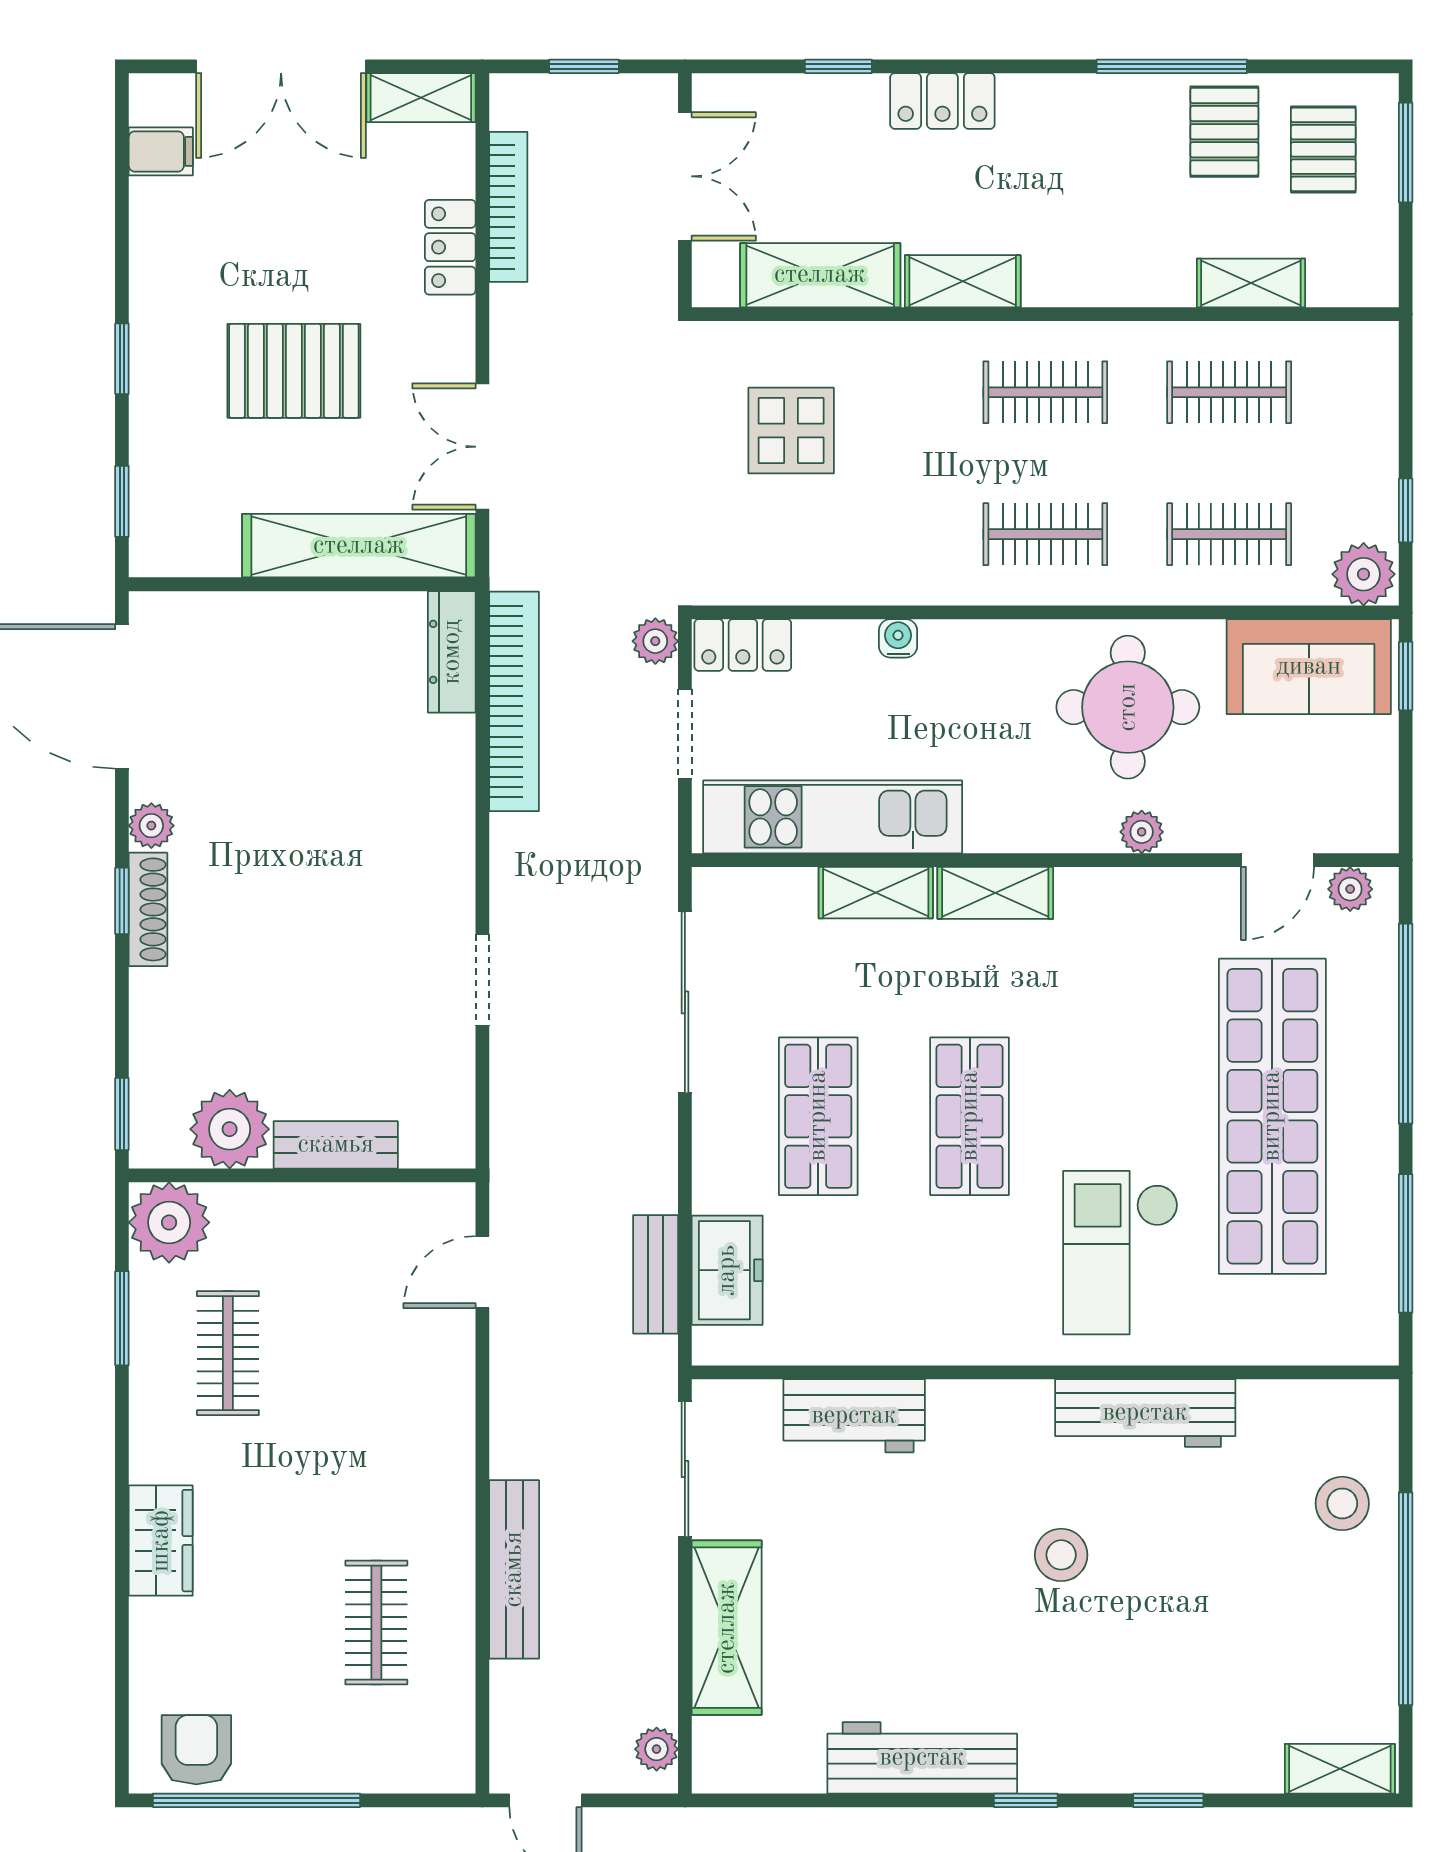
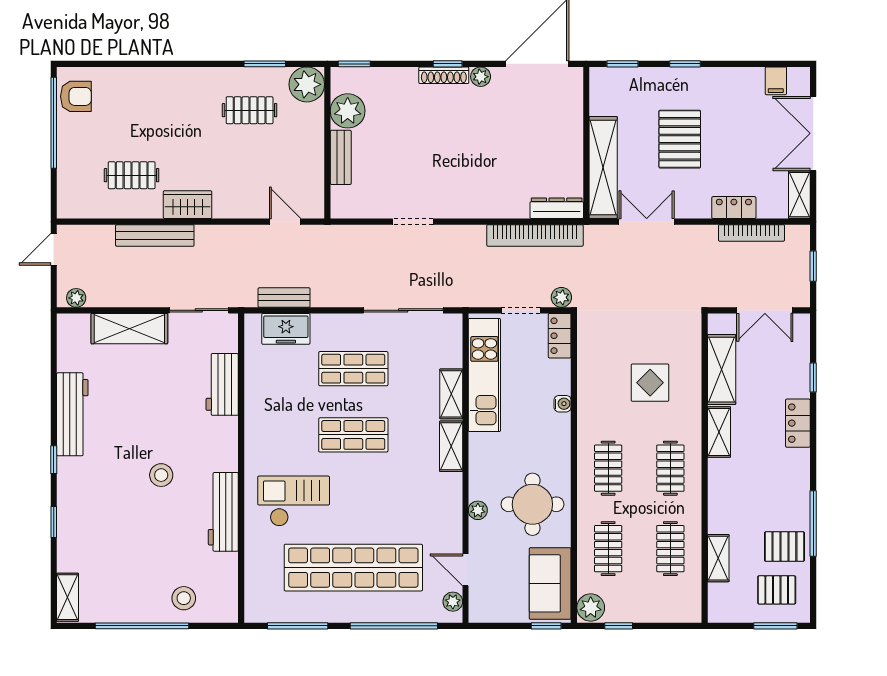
display table: (791, 431) -> (650, 383), moved
wardrobe: (161, 1541) -> (188, 205), moved, turned 180

